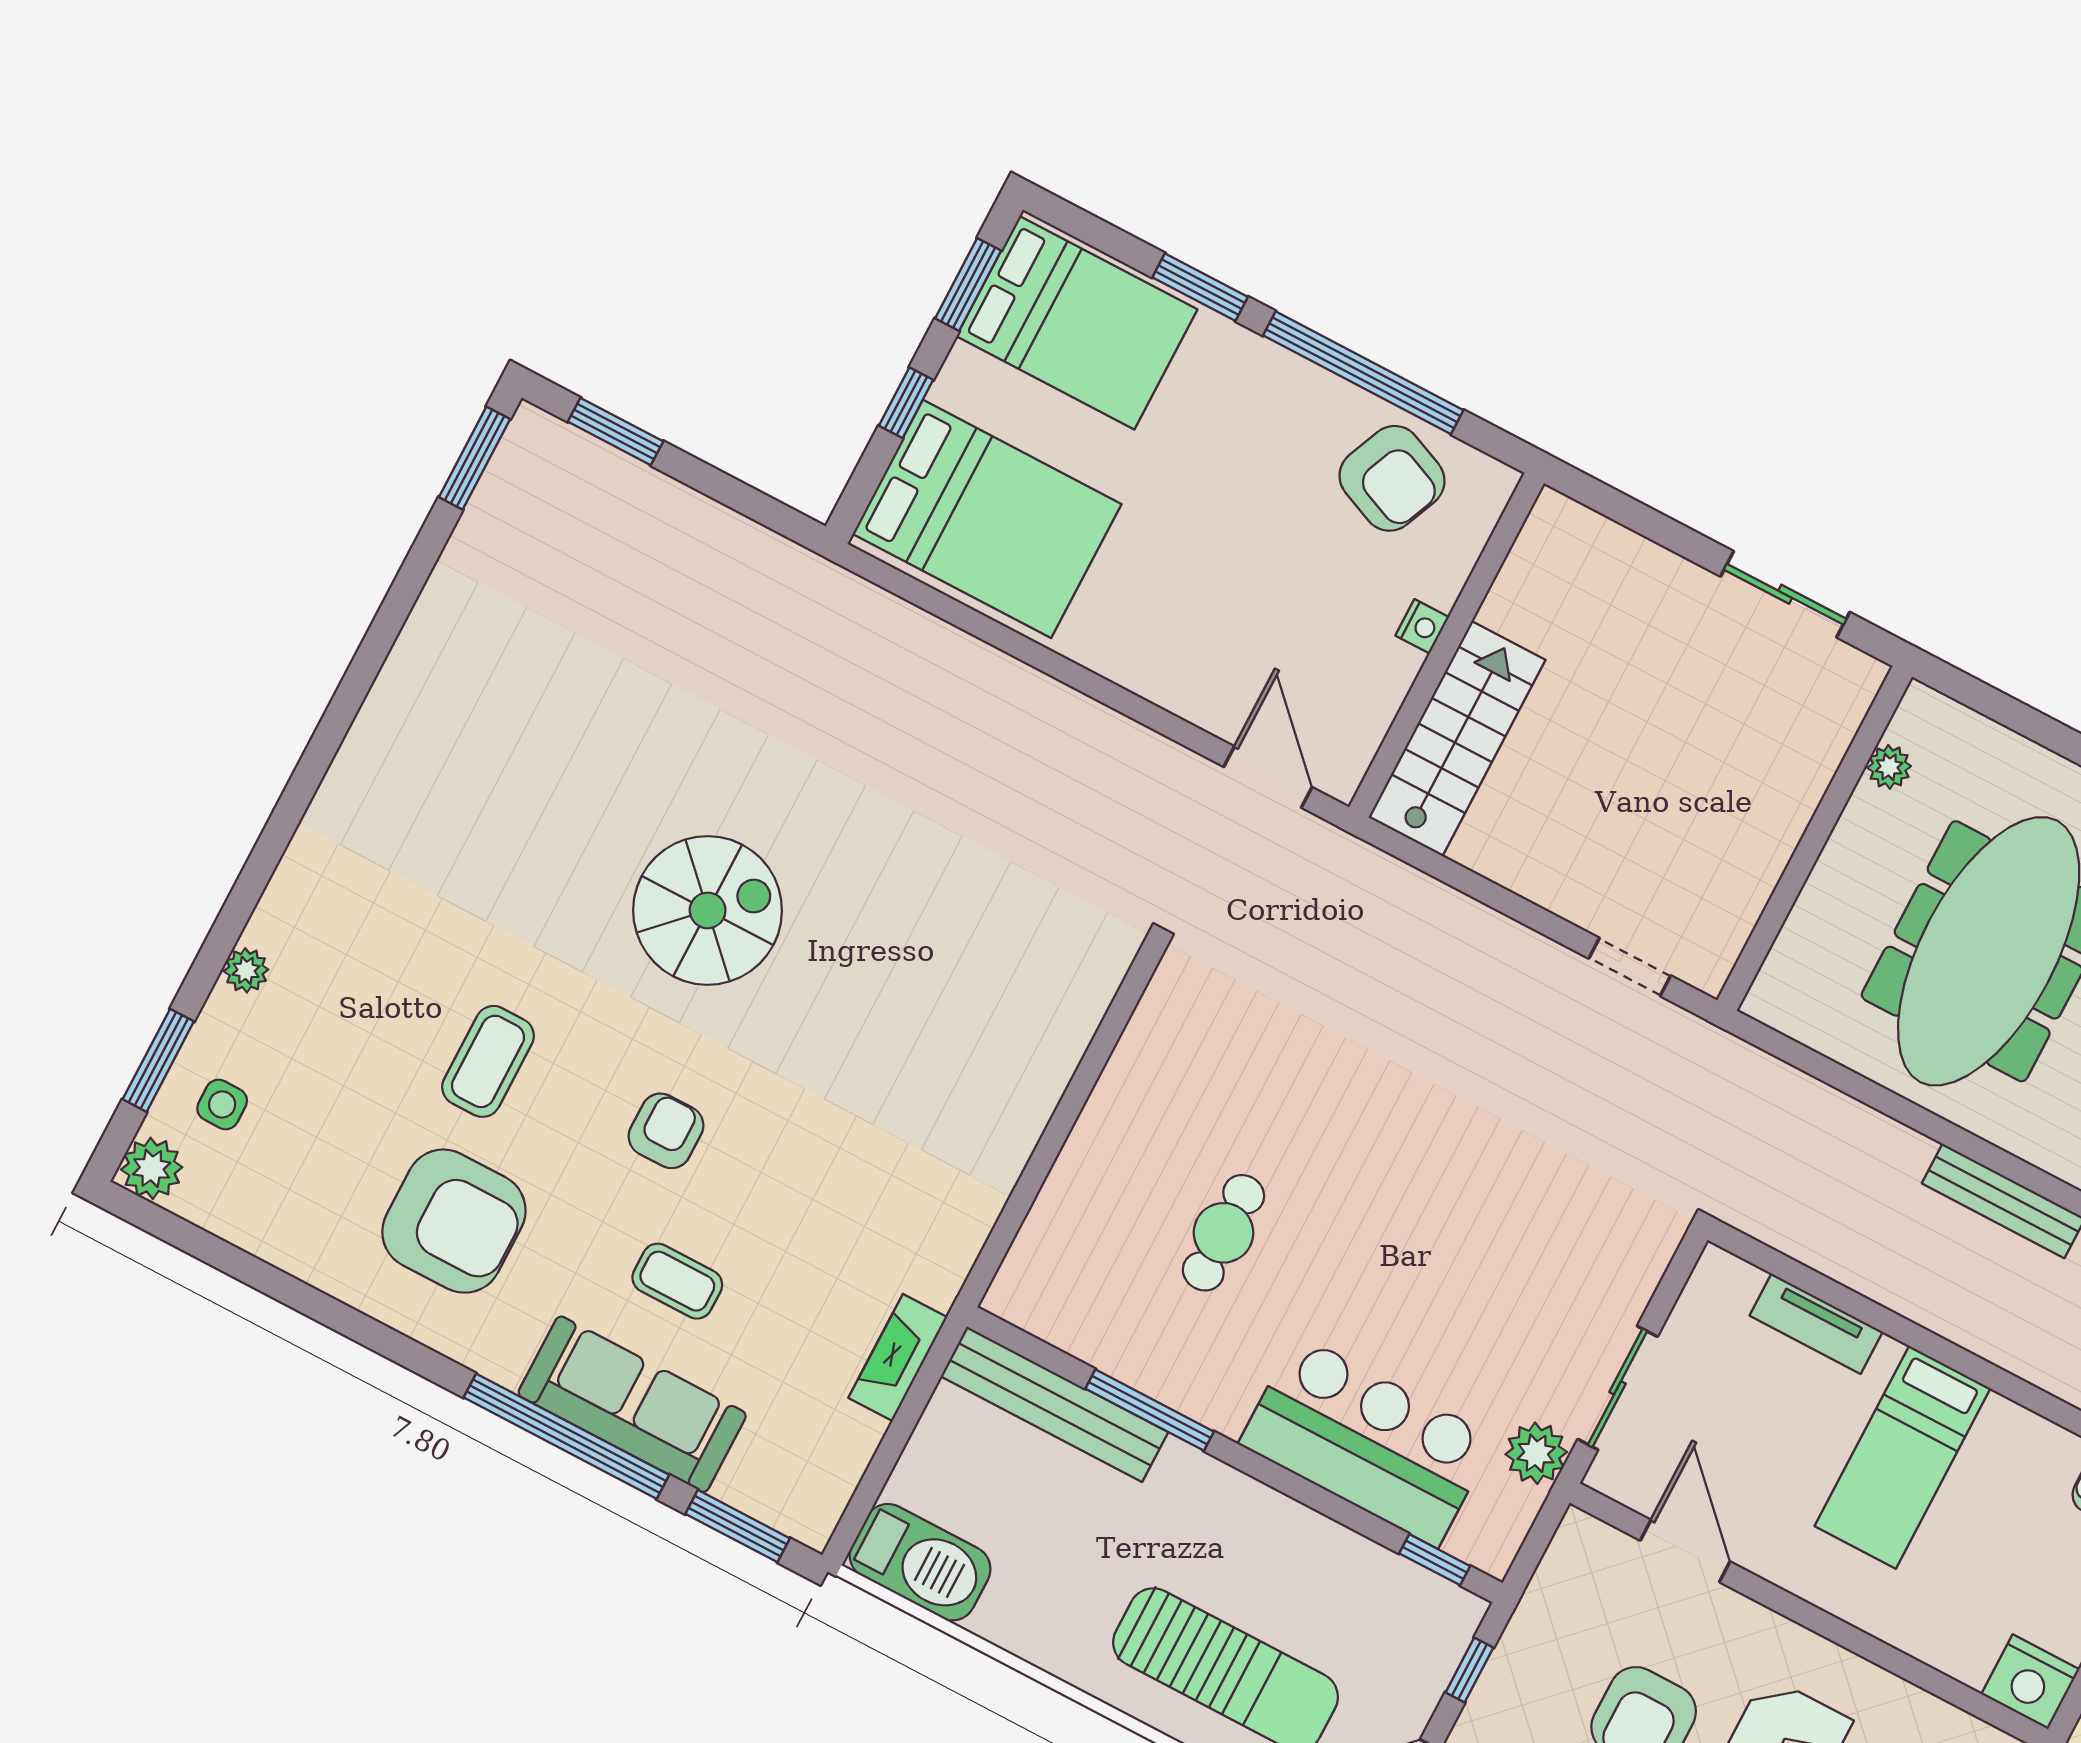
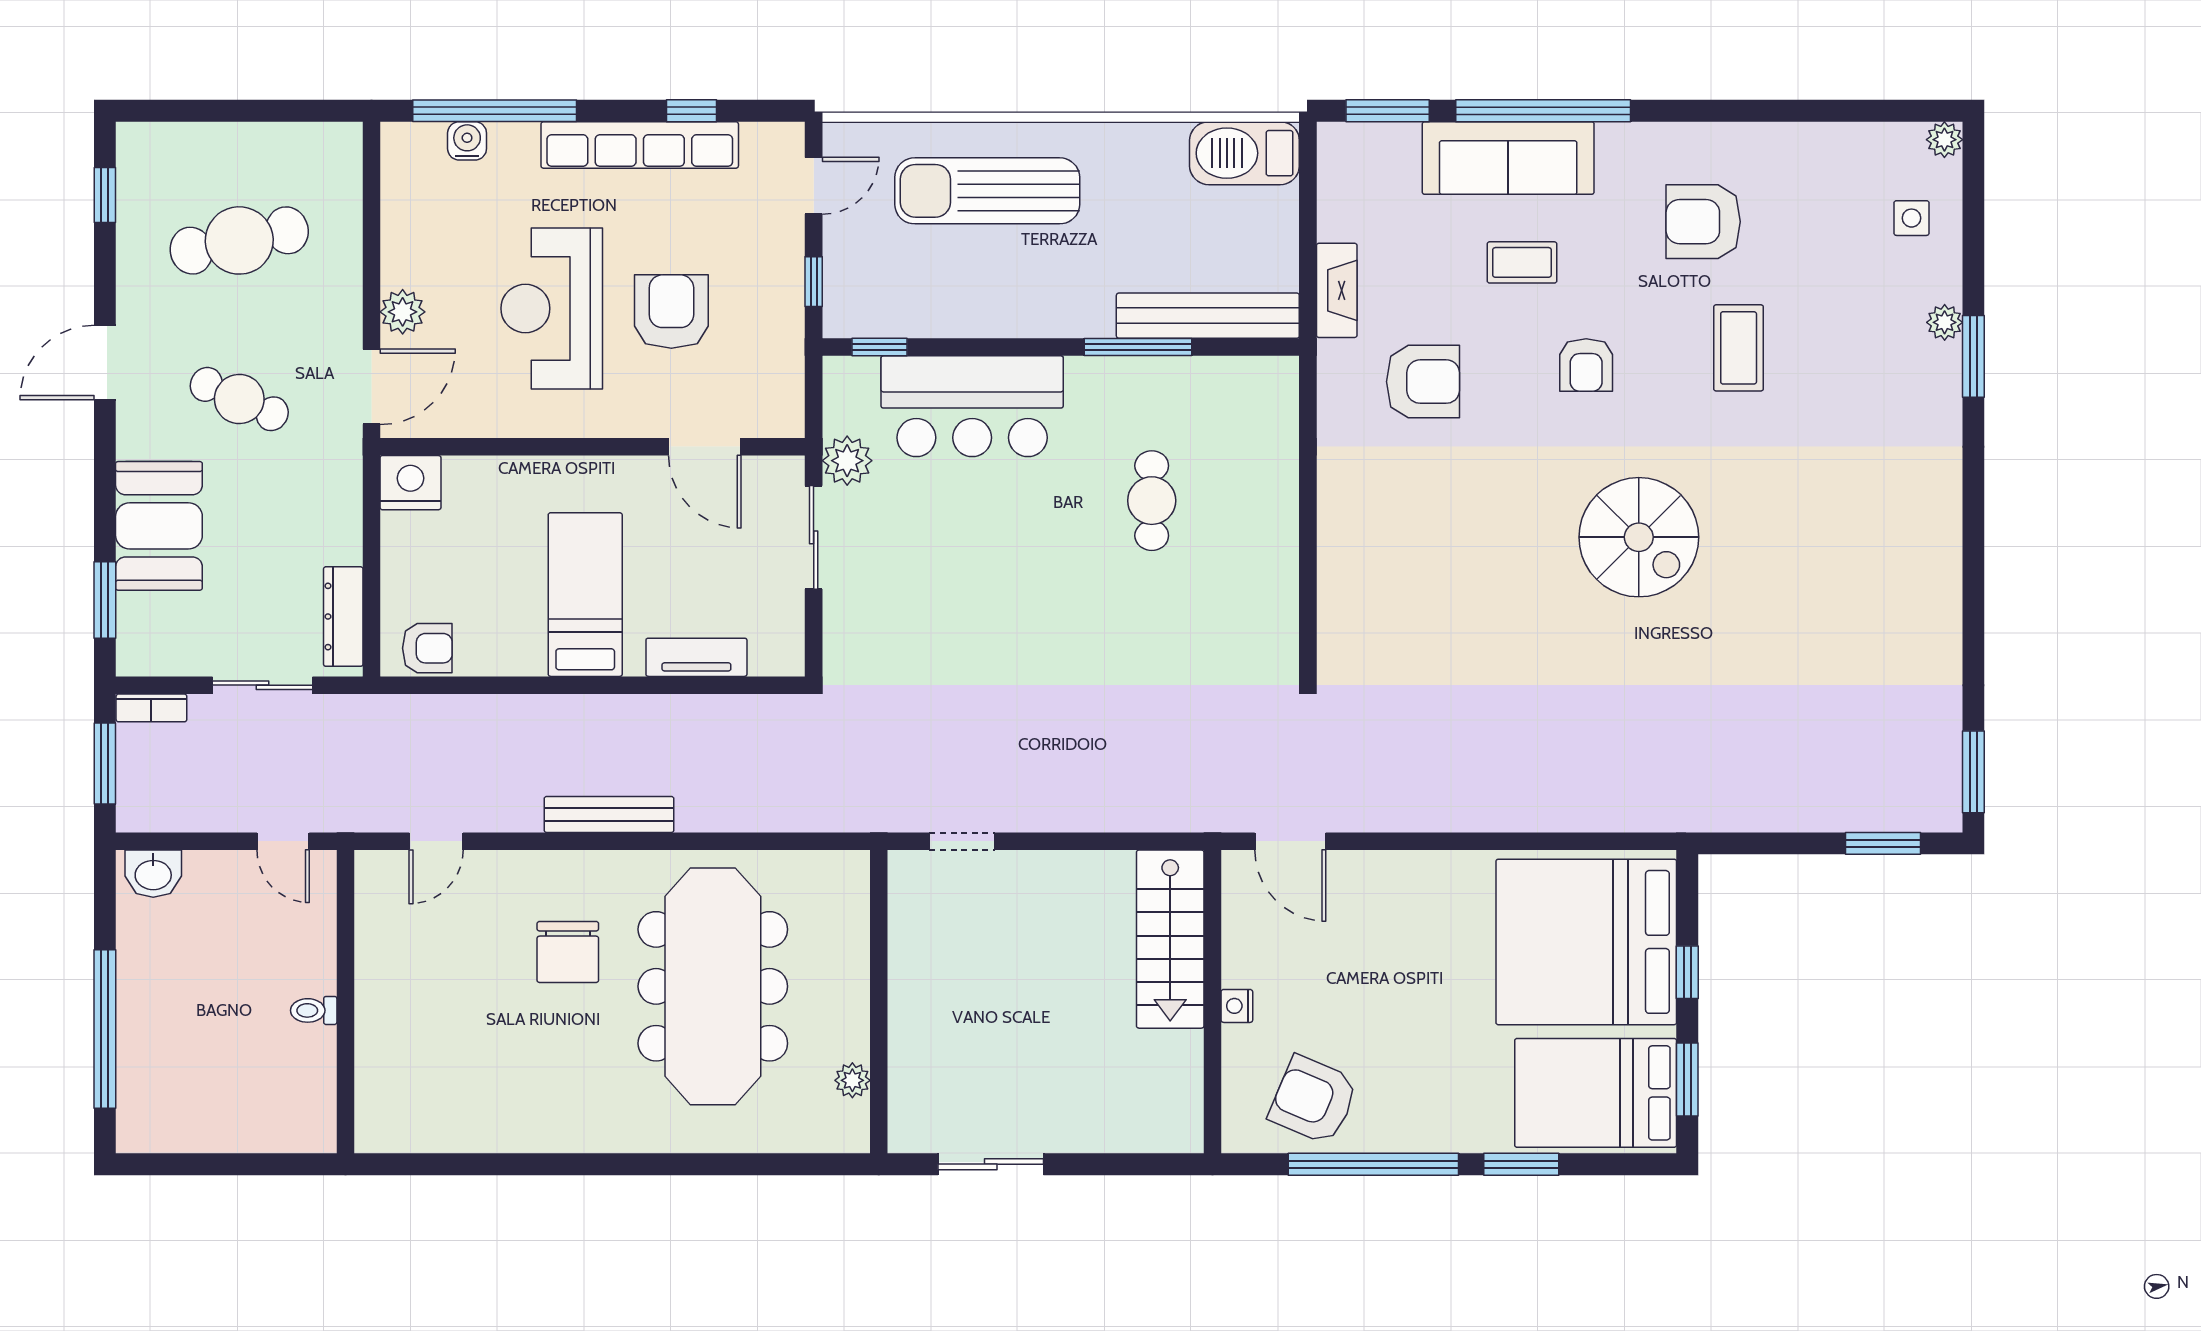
bed: (987, 519) -> (1586, 942), width x1.36
spiral stairs: (708, 910) -> (1639, 537), turned -90
window: (158, 1060) -> (1973, 356), moved
plant: (152, 1168) -> (1944, 140), width x0.73, depth x0.73
armchair: (855, 1207) -> (1423, 382), added
armchair: (454, 1221) -> (1703, 222), width x0.73, depth x0.73

